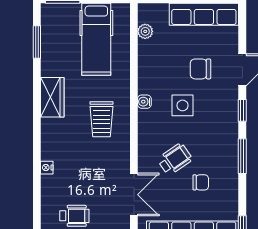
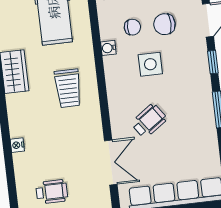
water cooler: (144, 102) -> (108, 48), moved
chair: (201, 182) -> (132, 27), moved

